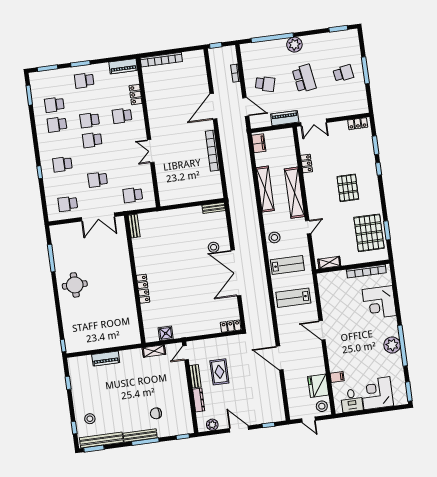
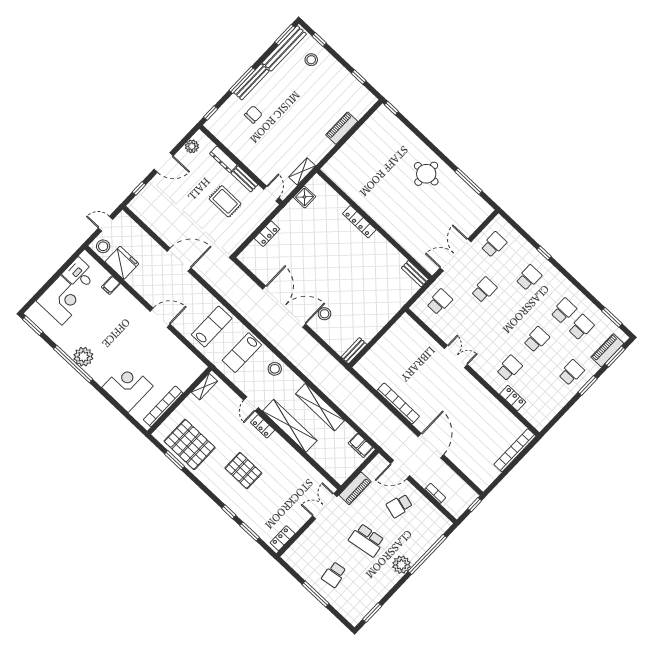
piano: (123, 66) -> (607, 350), moved
school desk: (92, 140) -> (519, 323), removed
locker: (307, 164) -> (262, 426), moved
locker: (231, 326) -> (267, 234), moved

